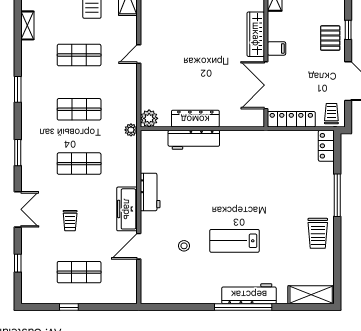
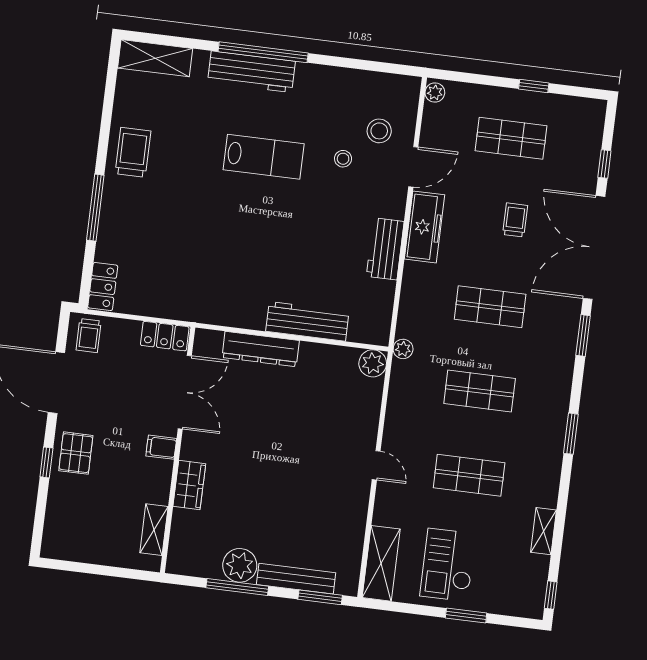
wardrobe: (256, 34) -> (189, 485), width x0.67
door: (139, 54) -> (376, 465), hinge flipped
dresser: (195, 119) -> (261, 349), moved
locker: (291, 119) -> (165, 336), width x0.66
double door: (18, 209) -> (594, 247), width x1.87
stool: (163, 266) -> (379, 131), added
plant: (131, 295) -> (435, 93), added

